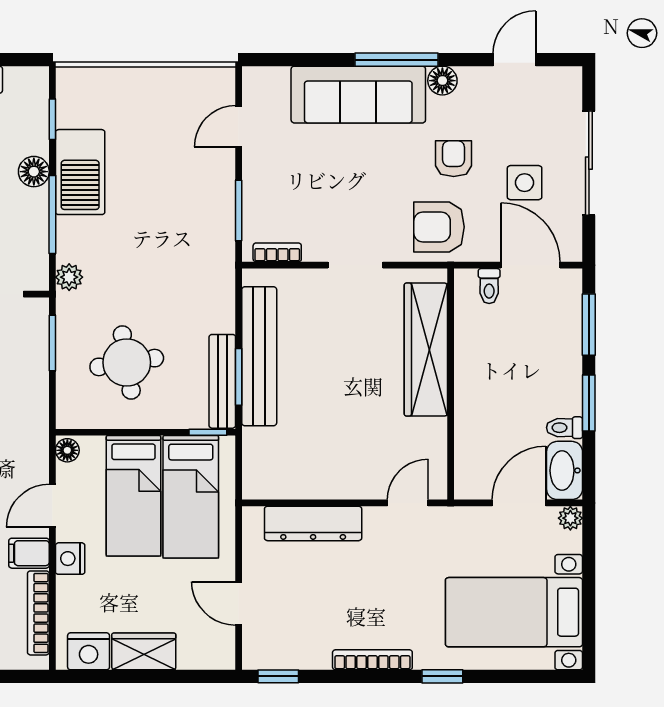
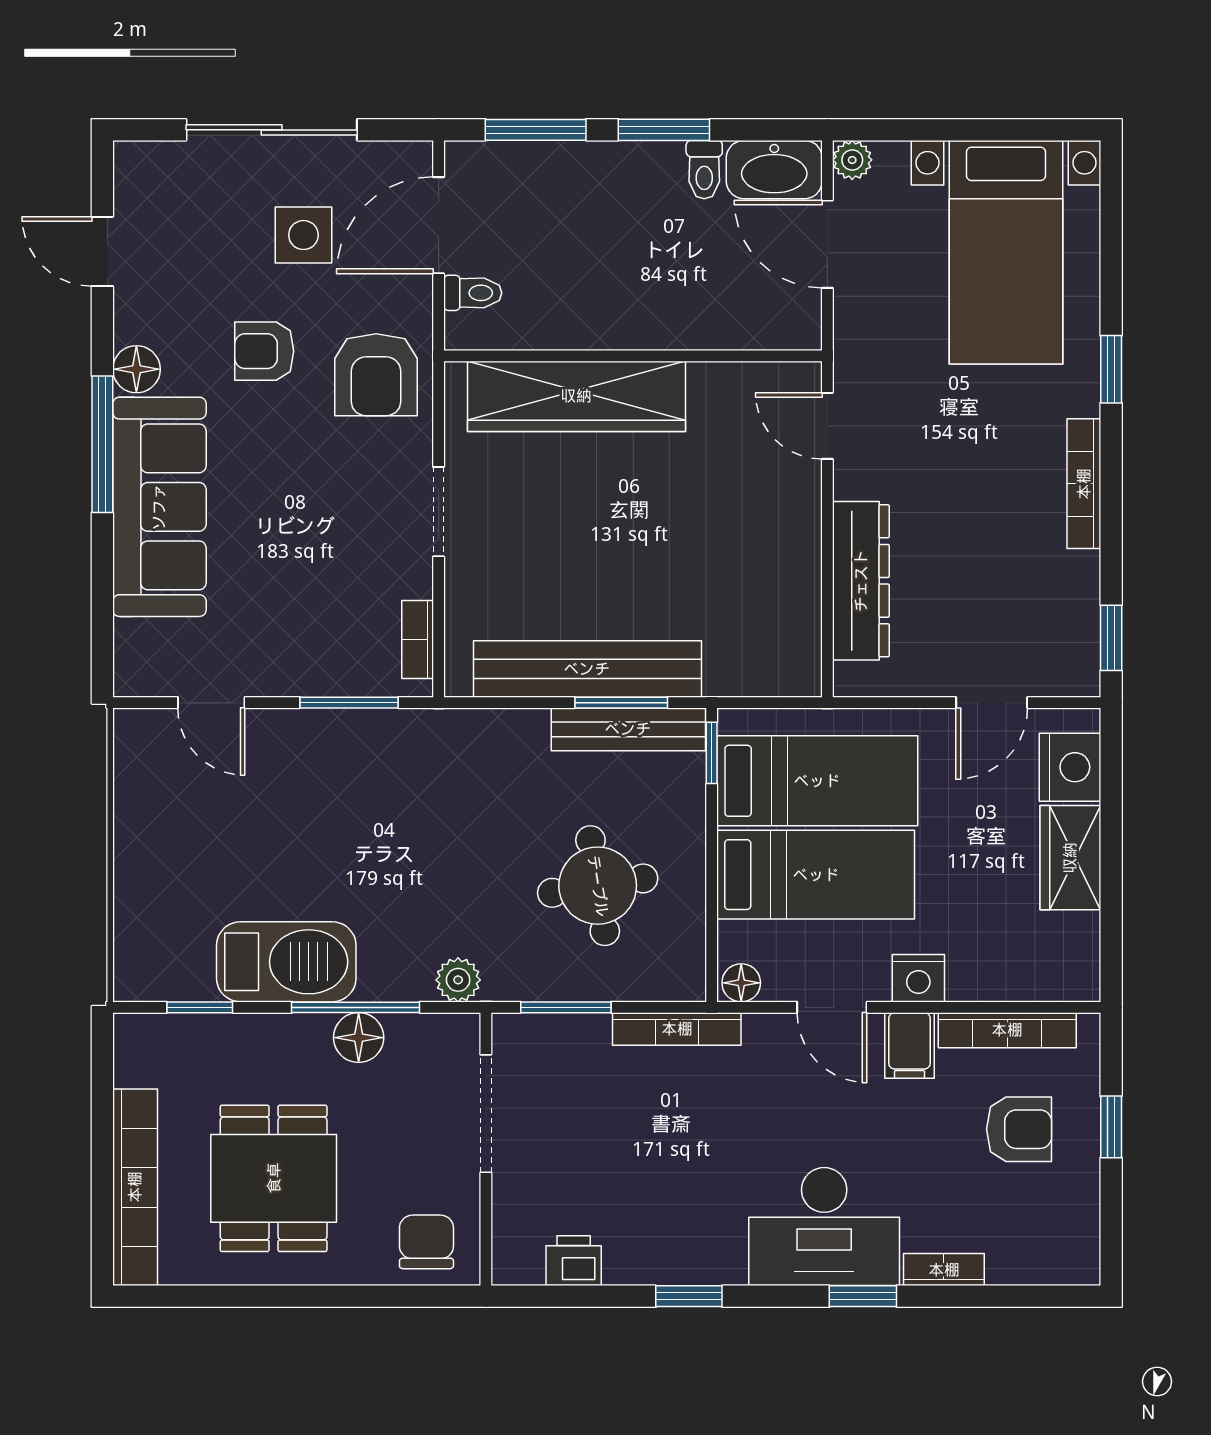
floor lamp: (34, 172) -> (359, 1038), moved
bookcase: (39, 411) -> (677, 1029), added
nightstand: (89, 651) -> (1070, 767), moved

